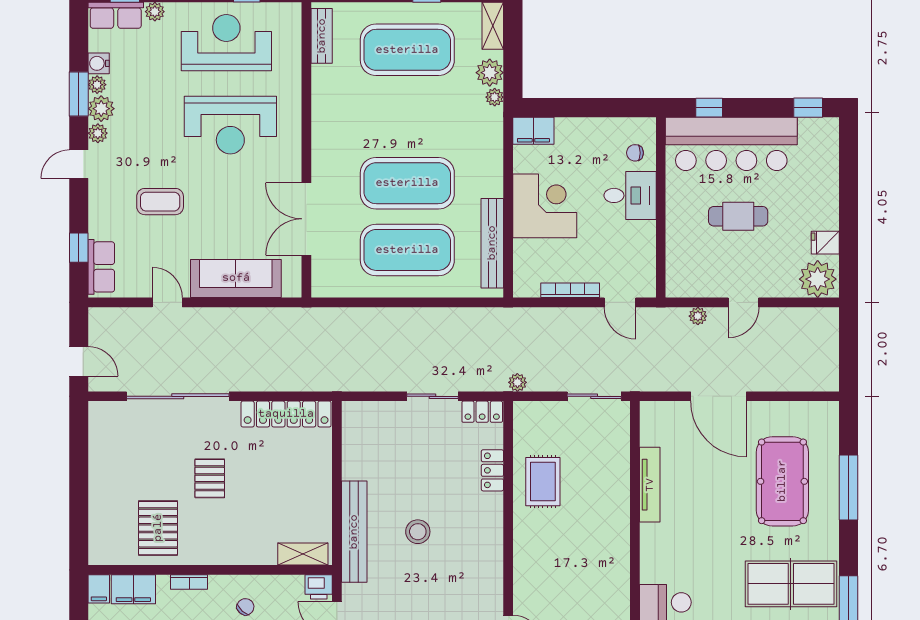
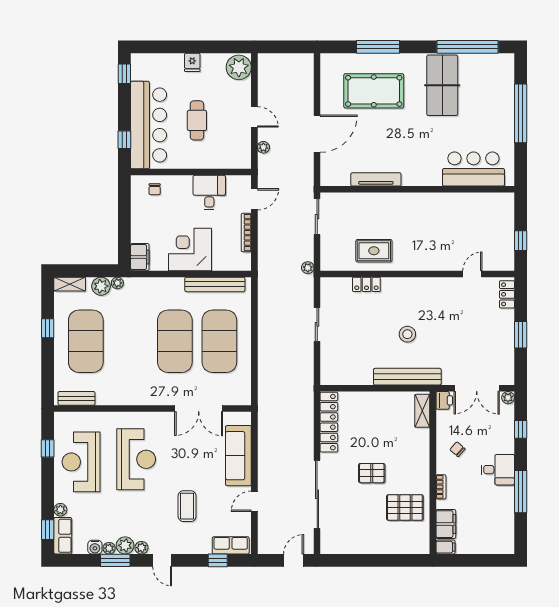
desk: (630, 195) -> (209, 193), moved
fridge: (825, 243) -> (192, 62), moved
locker: (482, 412) -> (327, 291), removed

